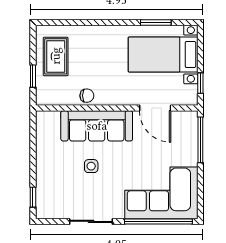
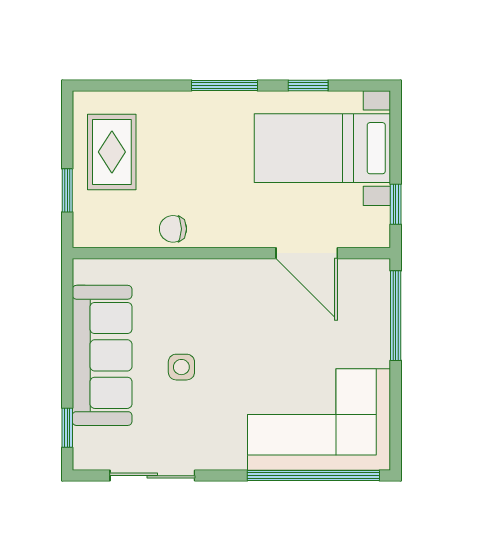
window: (113, 23) -> (224, 85), added
window: (156, 23) -> (308, 85), width x0.67
chair: (87, 96) -> (173, 229), turned 180
sofa: (97, 126) -> (102, 355), moved, turned -90
sliding door: (91, 221) -> (152, 476), moved

